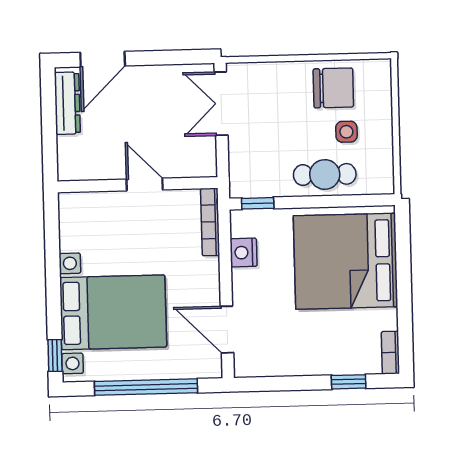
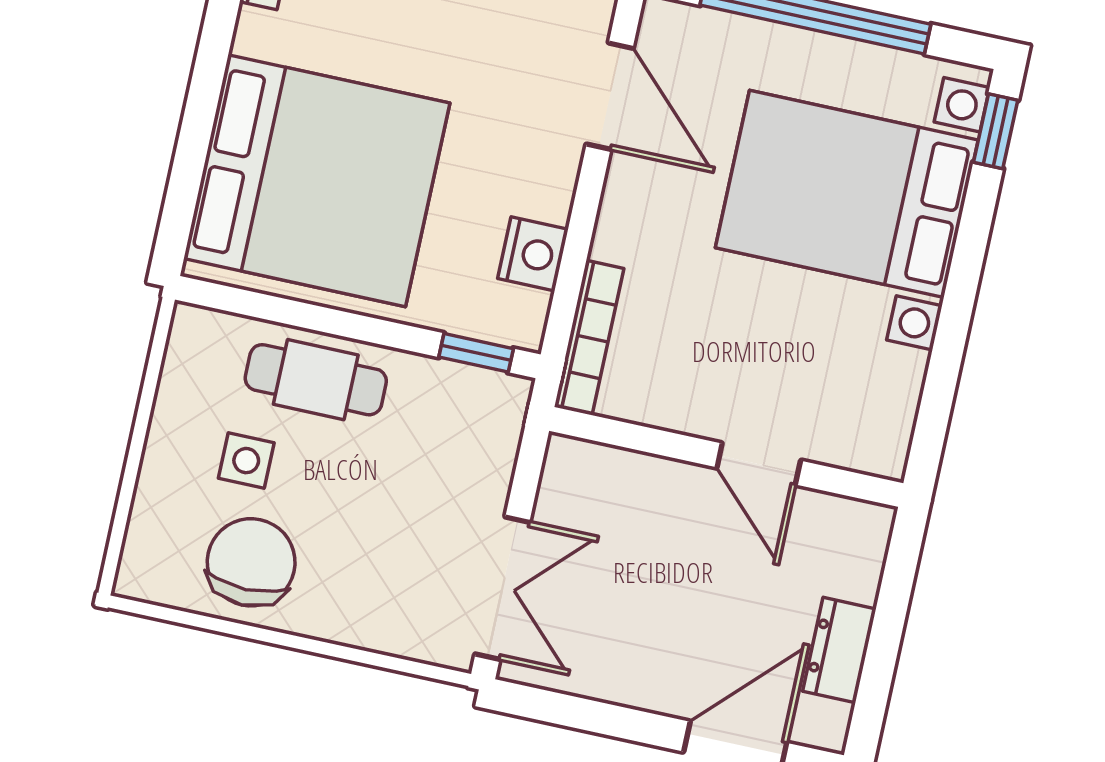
chair: (333, 88) -> (251, 562), turned 90
dresser: (67, 103) -> (839, 650), width x0.70
door: (145, 185) -> (759, 464), moved

